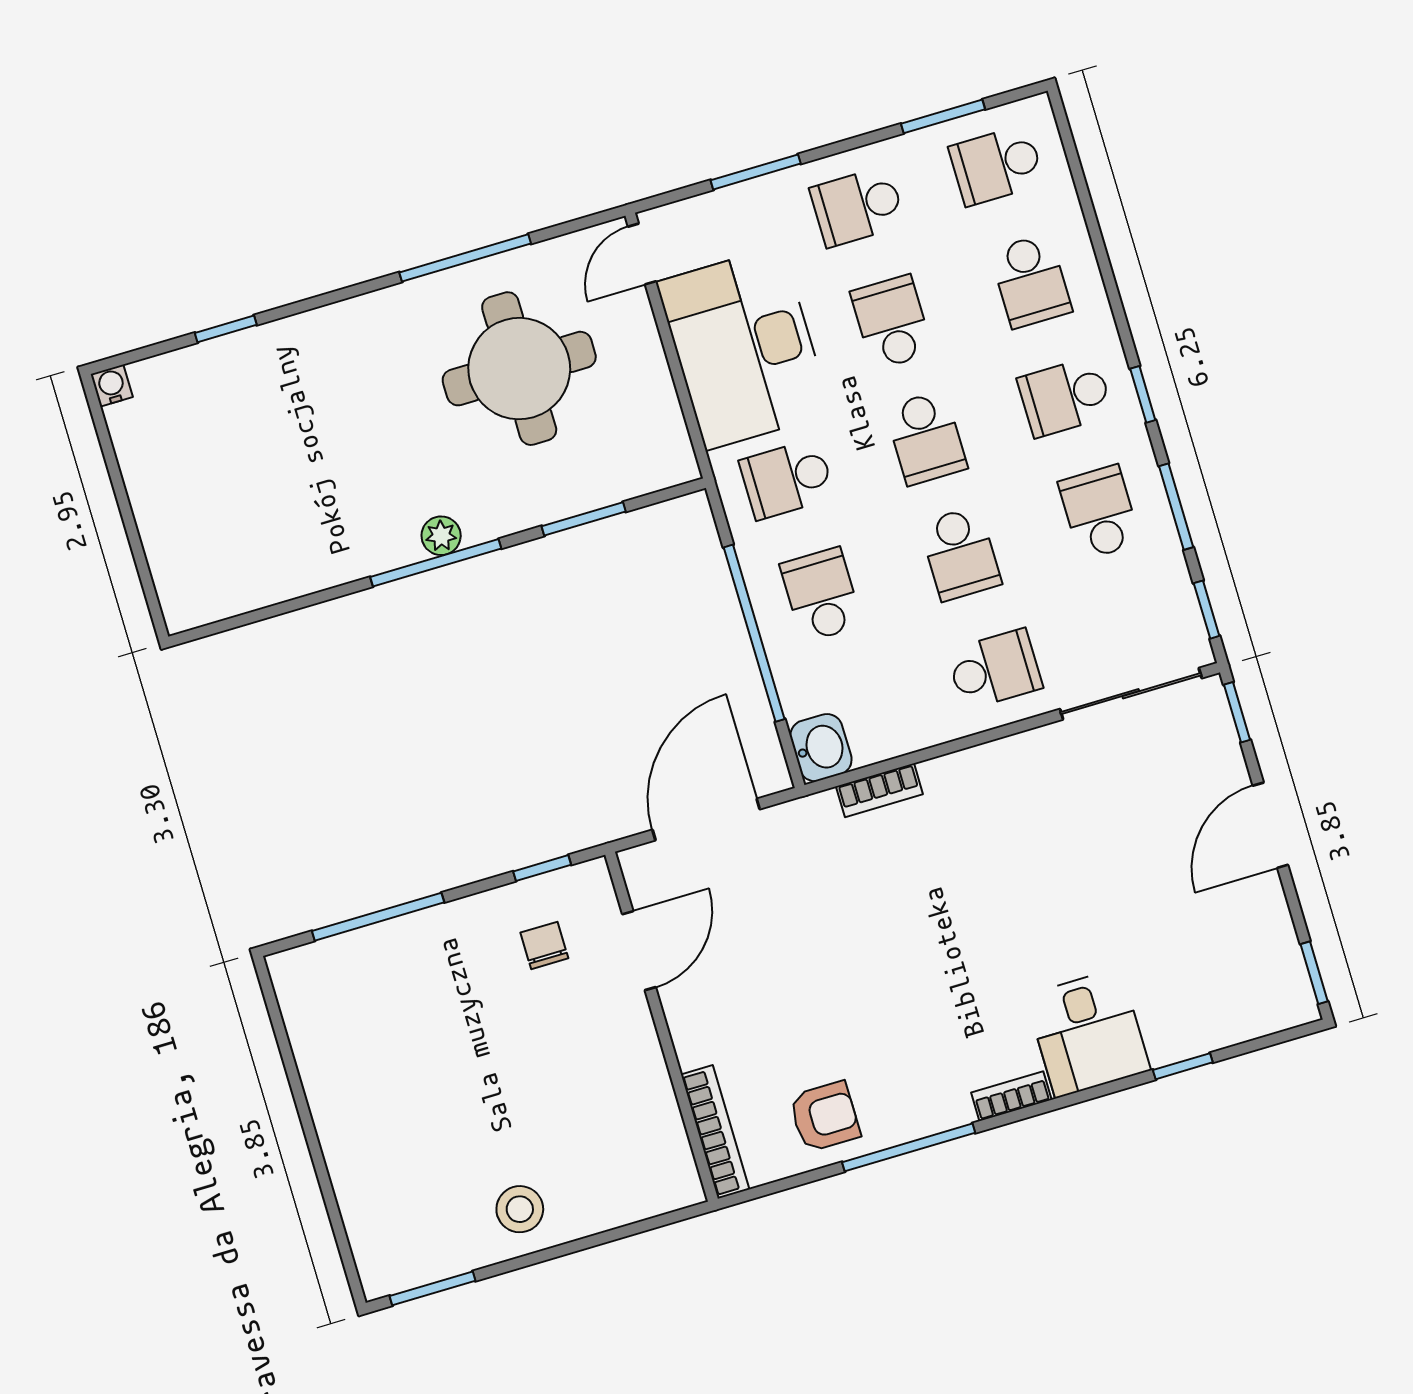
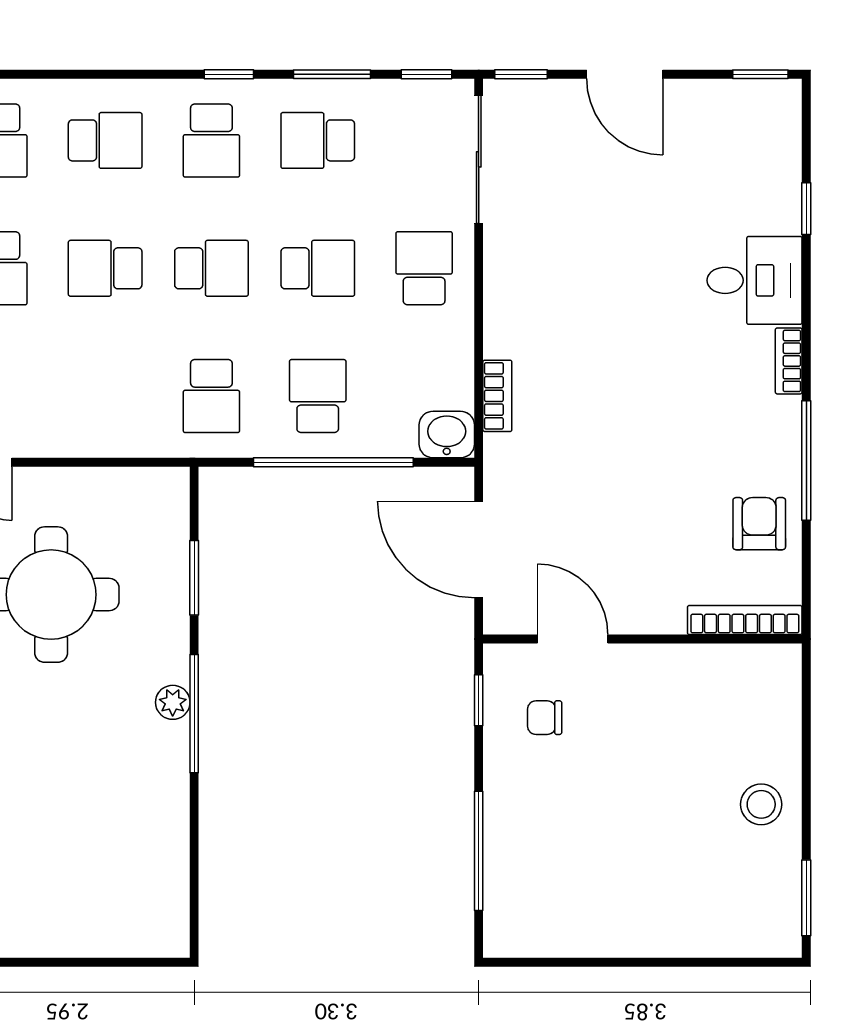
desk: (744, 348) -> (90, 400), removed
school desk: (821, 595) -> (318, 396), turned 90

